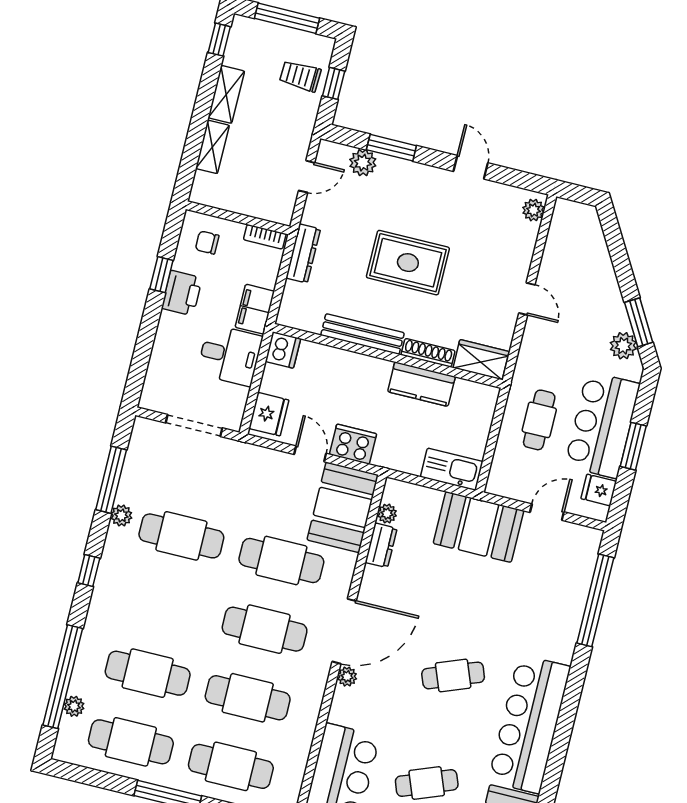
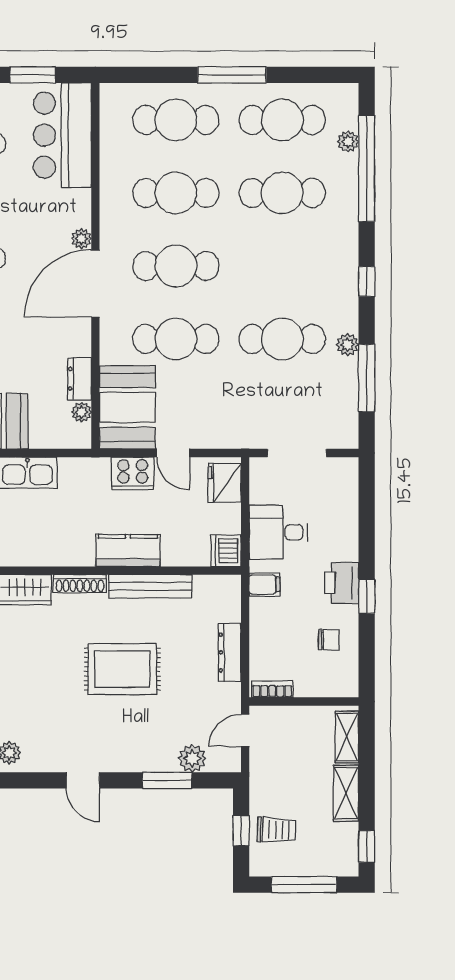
wall: (238, 218) -> (304, 702), moved
bookcase: (265, 237) -> (272, 689), moved
filing cabinet: (255, 309) -> (264, 585), width x0.50
kitchen counter: (421, 384) -> (128, 551), moved

